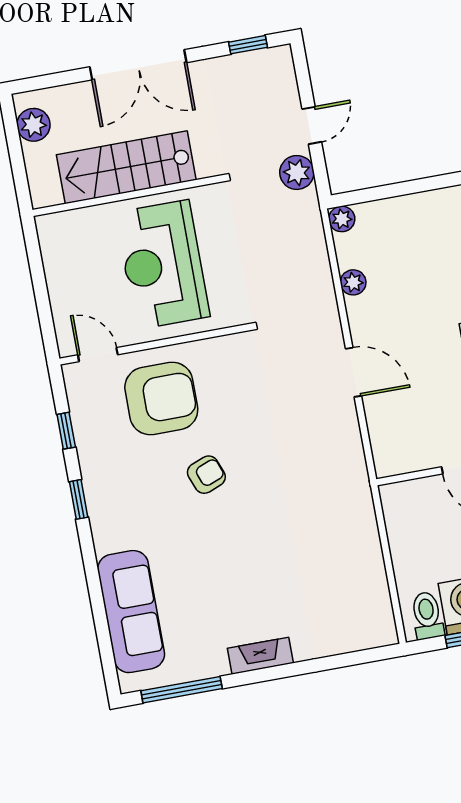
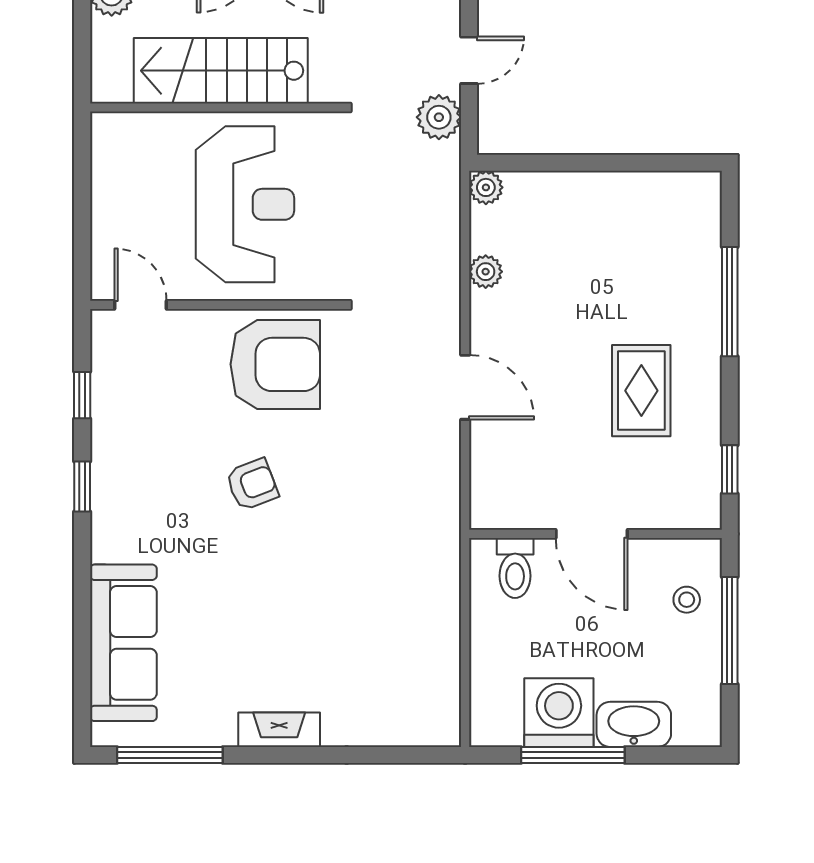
reception desk: (163, 265) -> (245, 204), turned 180
armchair: (161, 398) -> (275, 364), moved
toilet: (427, 615) -> (515, 568), moved, turned 180

